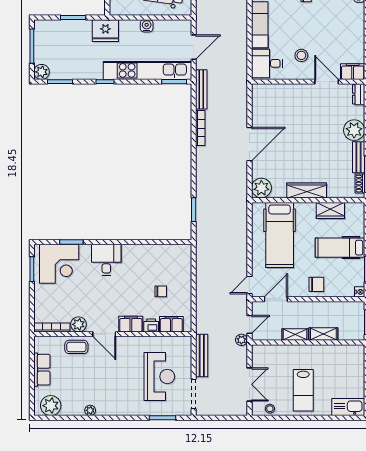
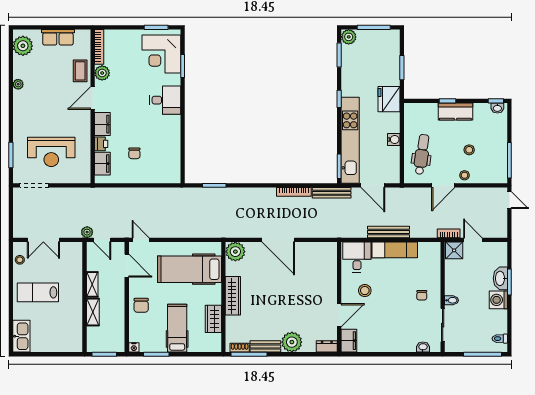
bench: (202, 355) -> (389, 232), moved

